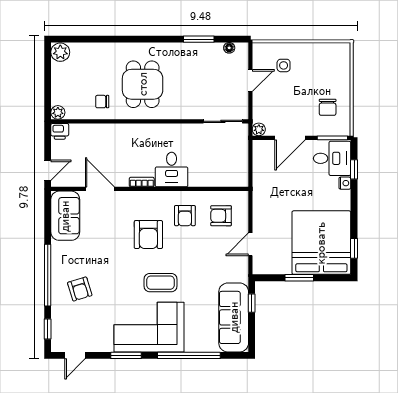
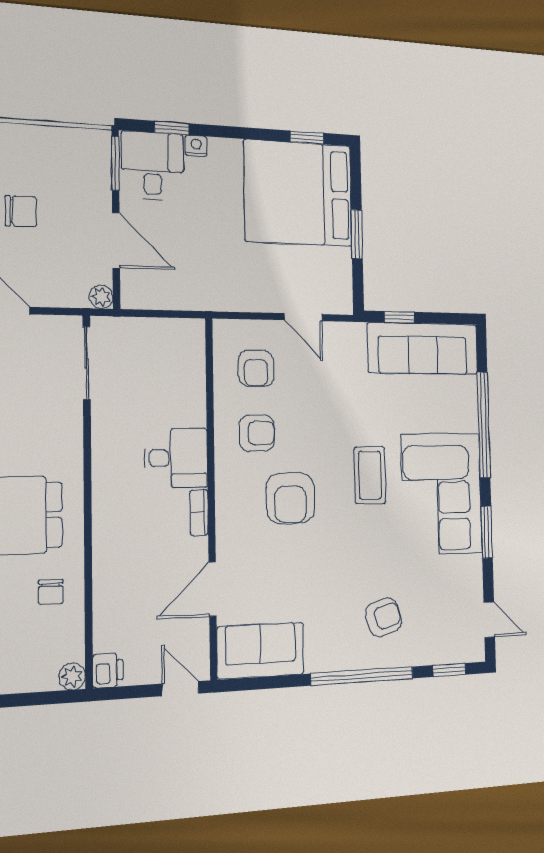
chair: (328, 107) -> (21, 211), moved
armchair: (148, 235) -> (290, 498), turned 90

